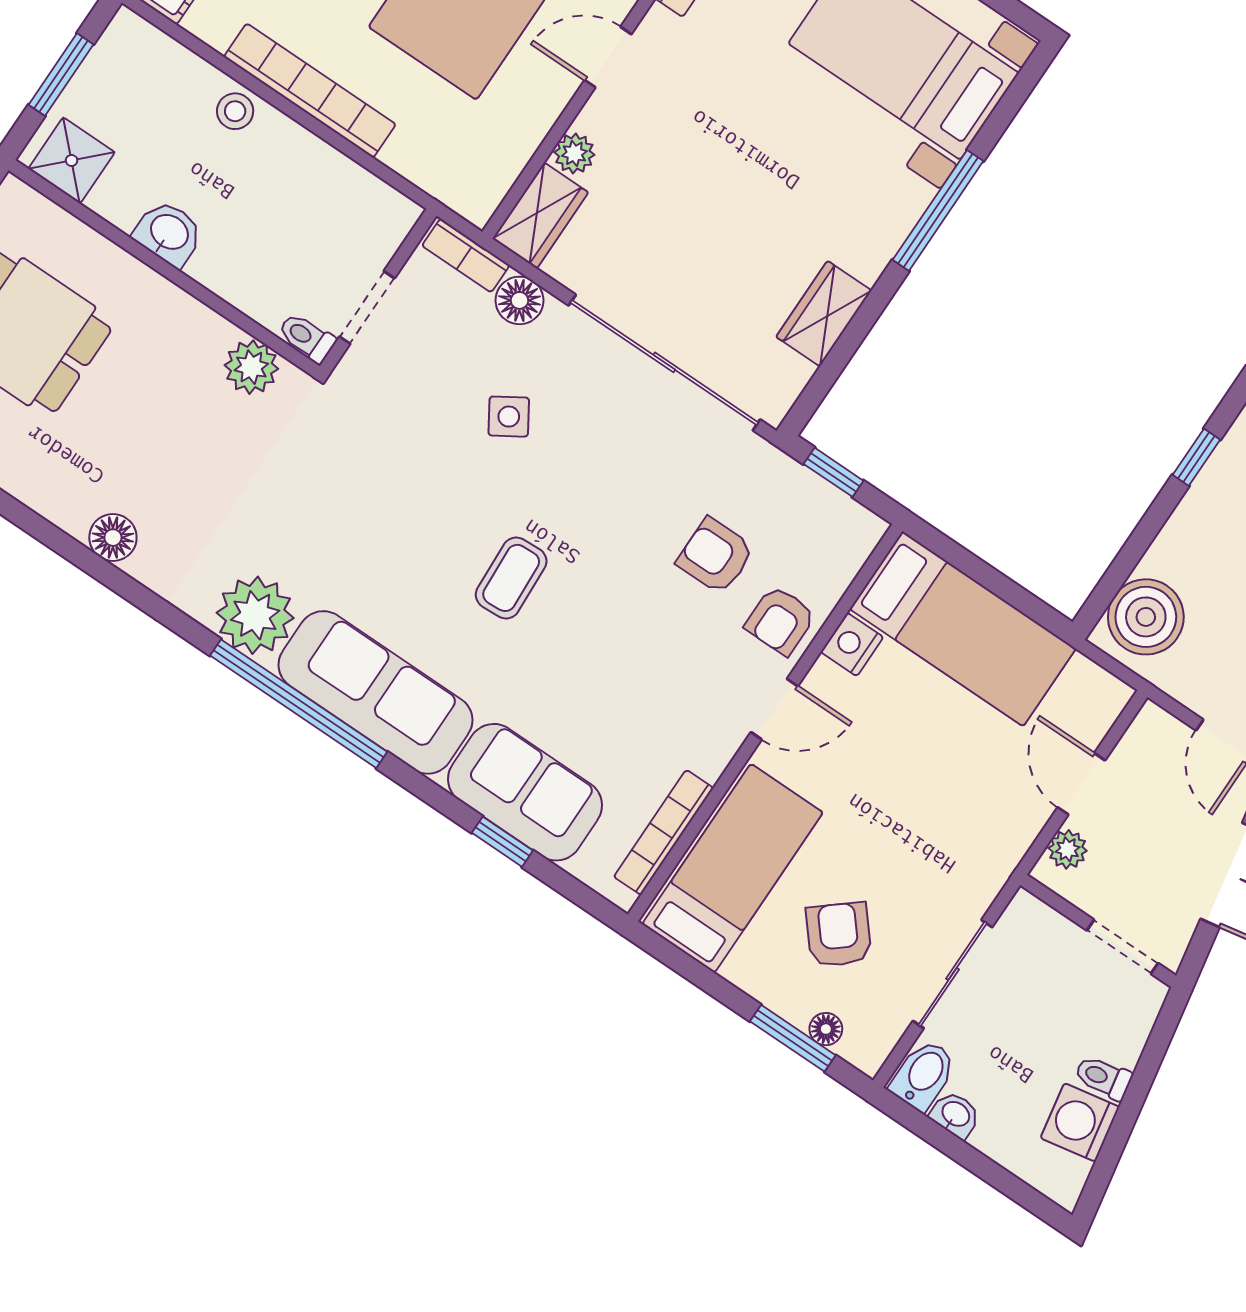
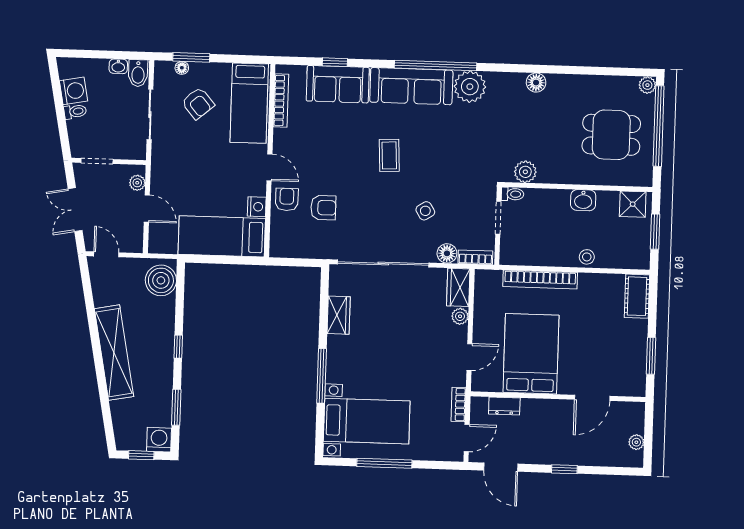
bookcase: (310, 91) -> (540, 280), moved
window: (834, 472) -> (301, 262), removed
door: (774, 709) -> (269, 167), swing flipped

